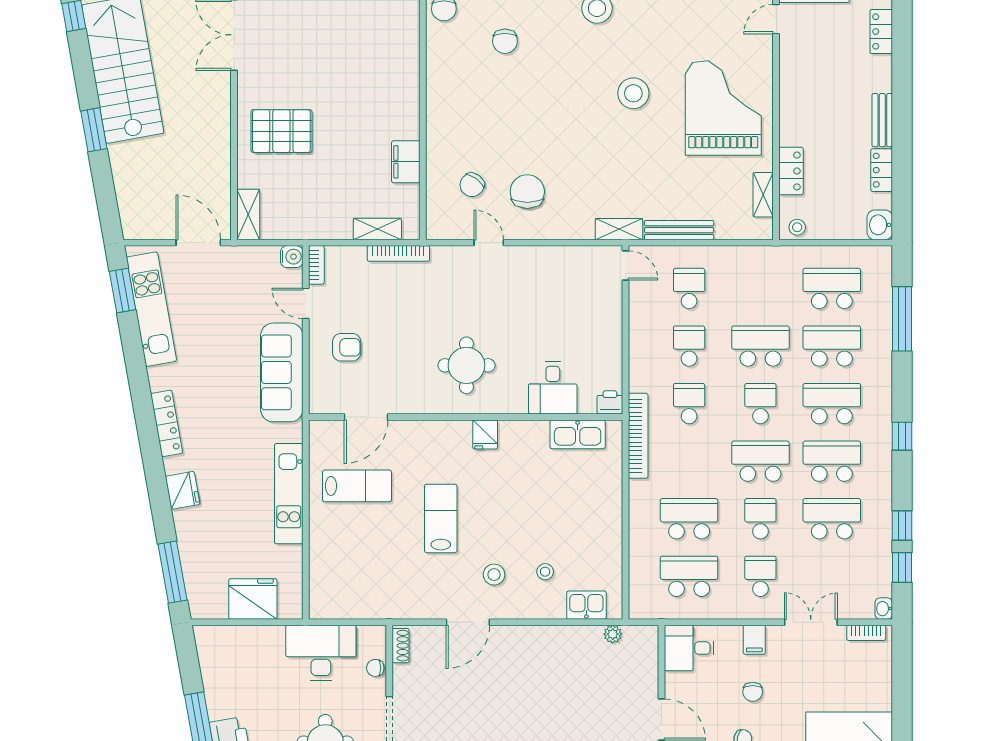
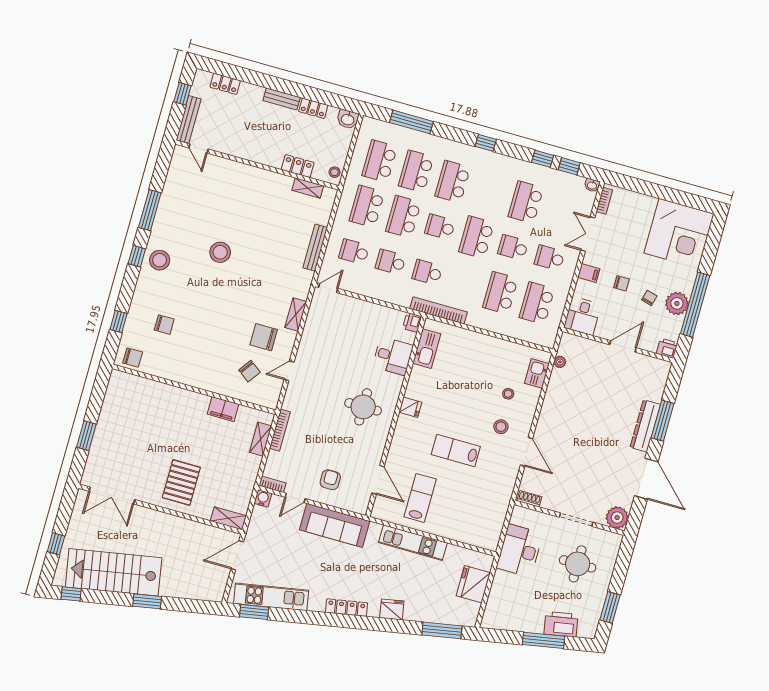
grand piano: (723, 108) -> (246, 198), removed
shelving: (619, 229) -> (296, 315), moved
school desk: (832, 461) -> (367, 206), moved
chair: (375, 668) -> (539, 519), removed

